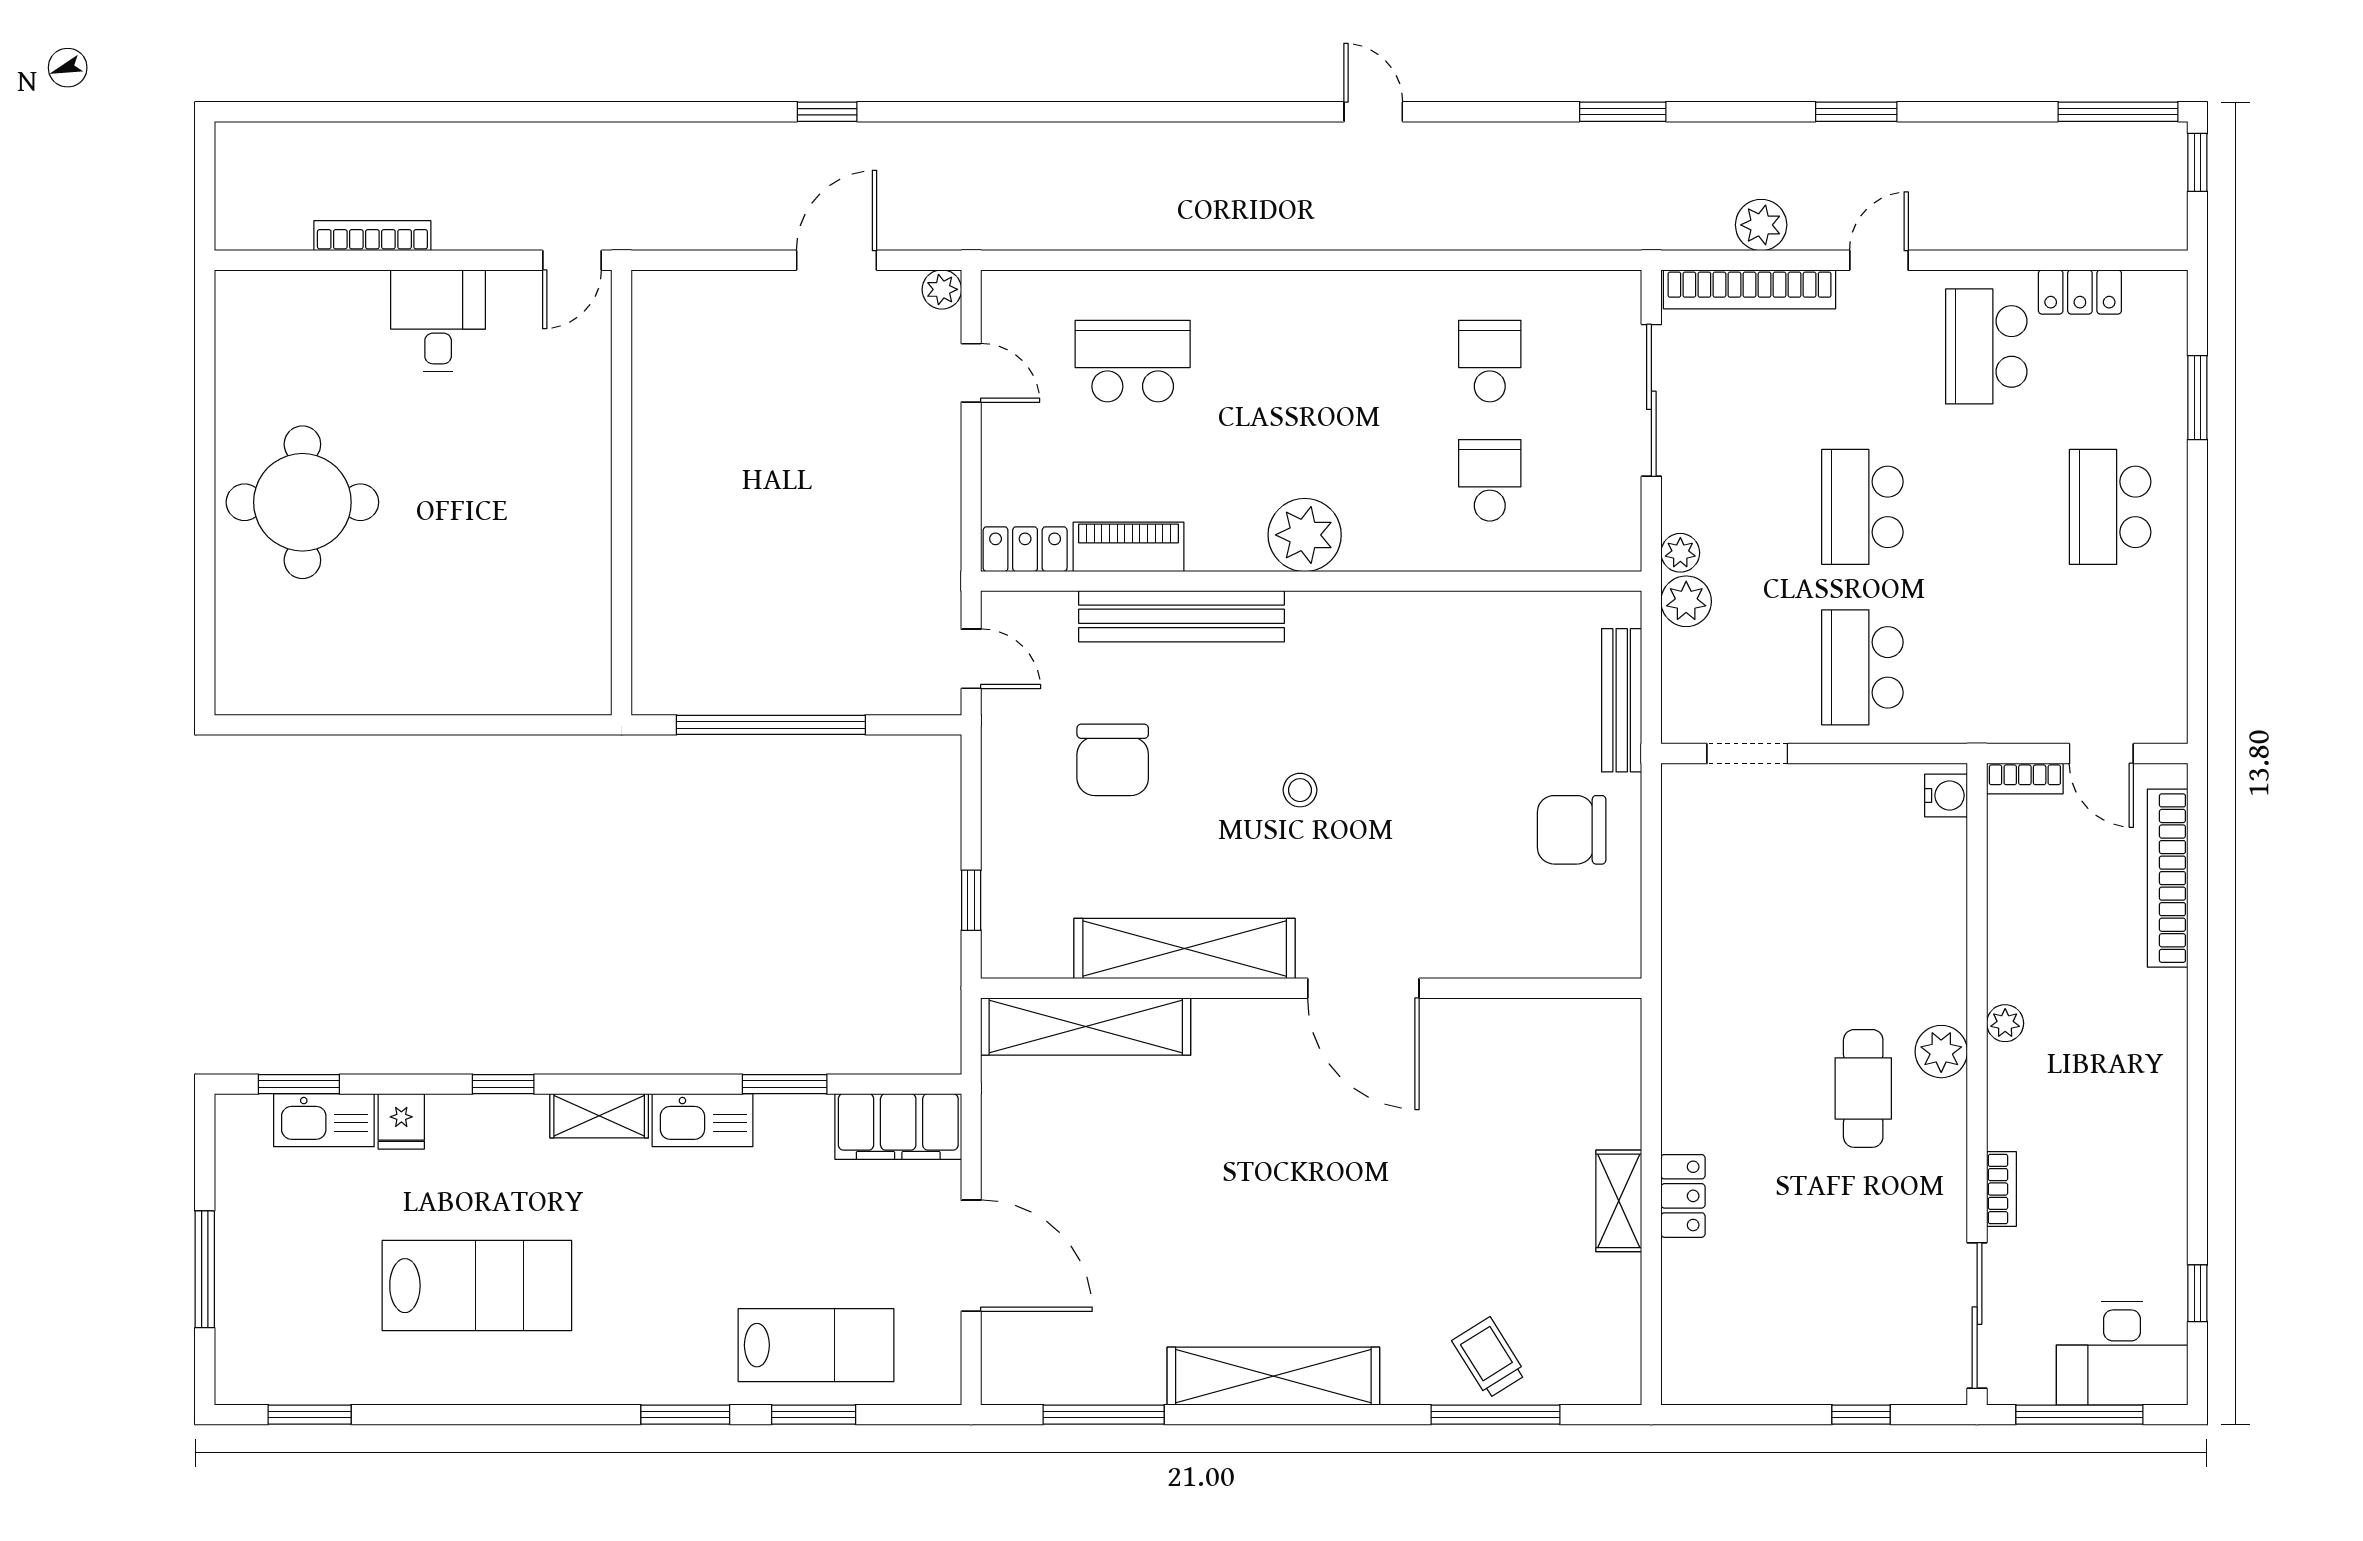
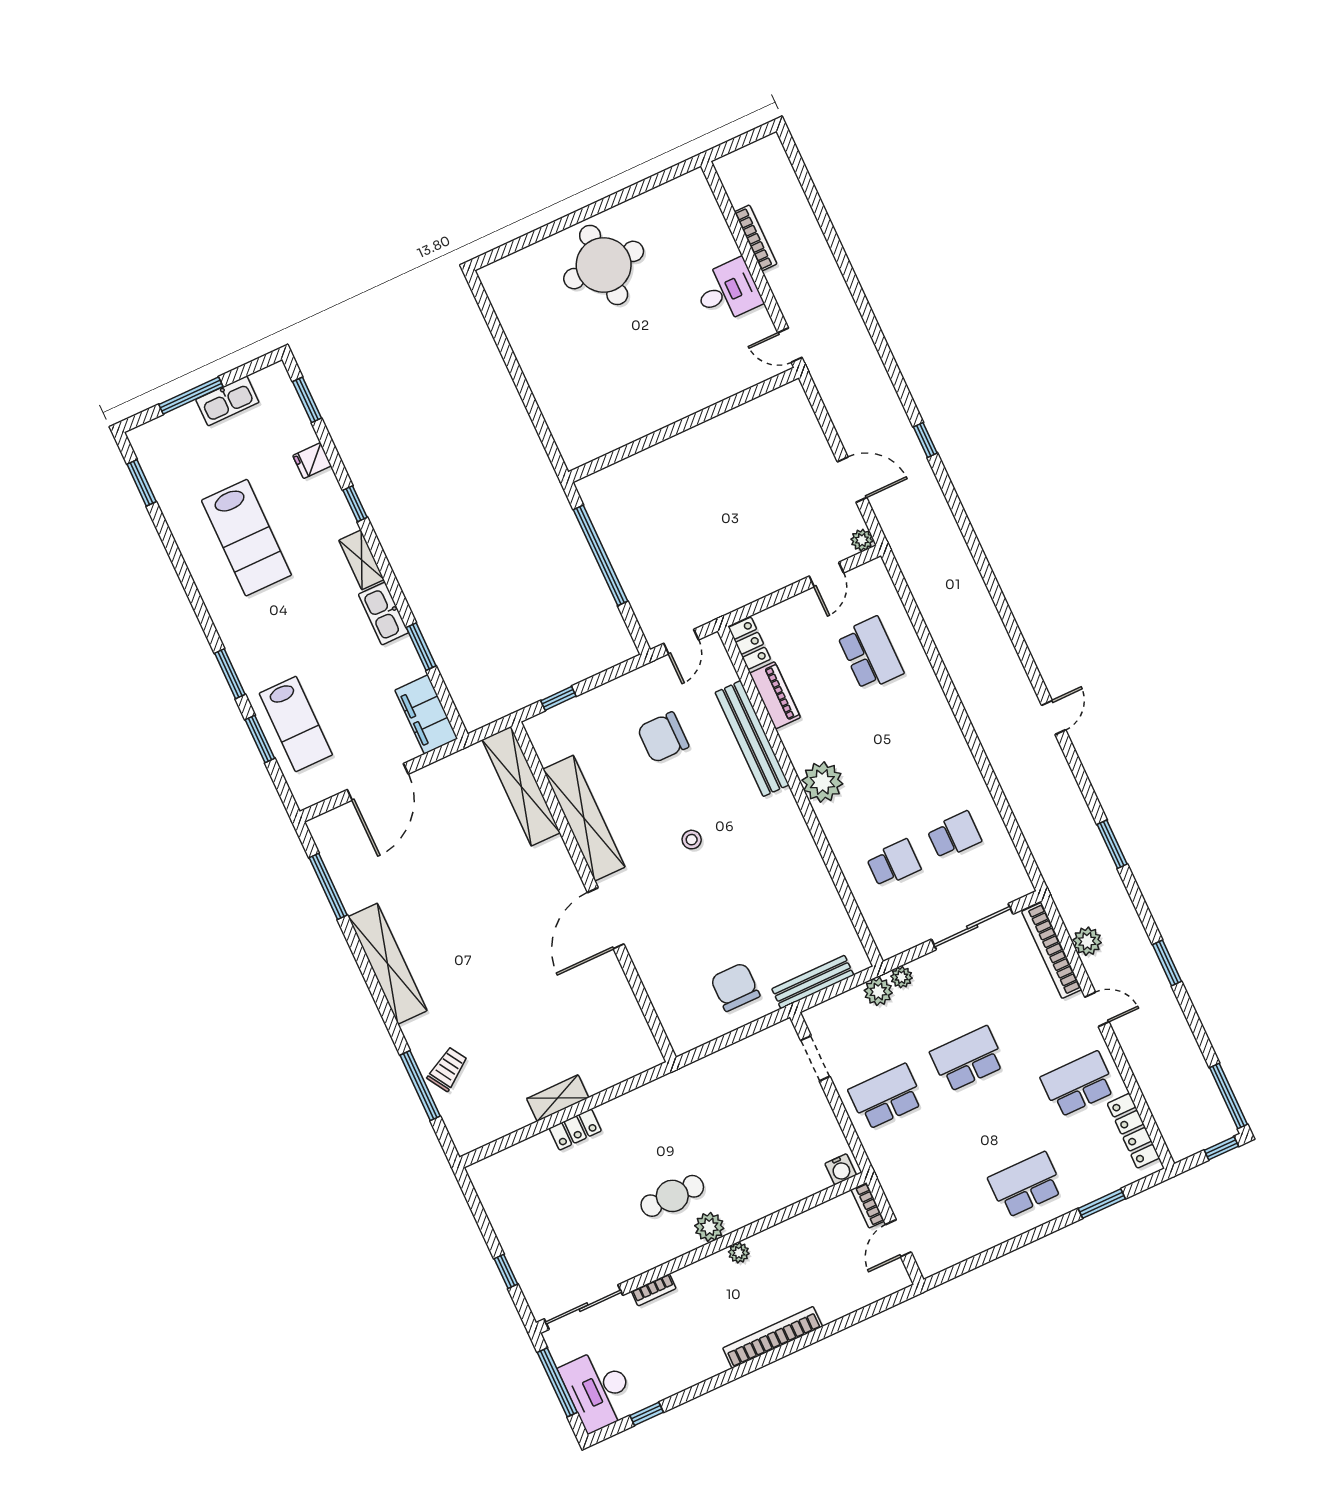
locker: (2080, 292) -> (1133, 1131), width x1.53
bookcase: (2168, 878) -> (773, 1337), moved
kitchen sink: (324, 1120) -> (227, 401), moved, turned -90

